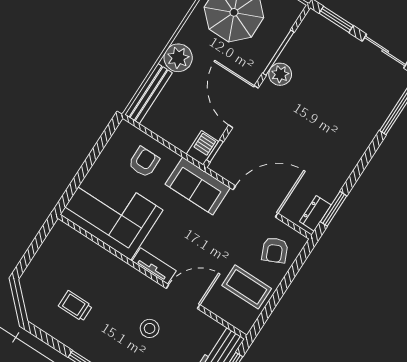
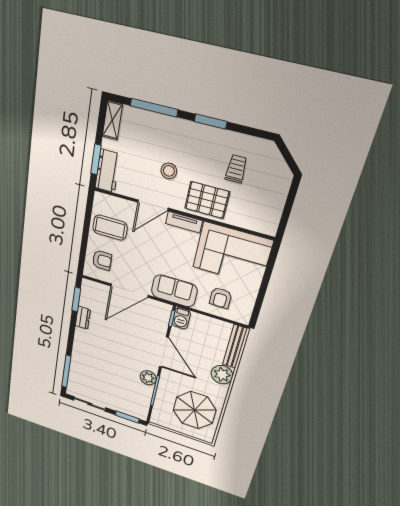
dresser: (315, 213) -> (83, 318), moved
armchair: (275, 250) -> (102, 260), turned 114
pallet: (119, 283) -> (207, 200), added
trolley: (75, 306) -> (236, 169), turned -90

